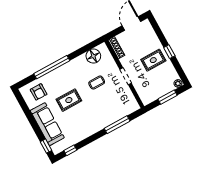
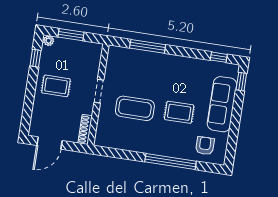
window: (169, 52) -> (35, 58), moved
floor lamp: (93, 56) -> (117, 139), removed
coffee table: (97, 82) -> (135, 108), width x1.86, depth x1.72

